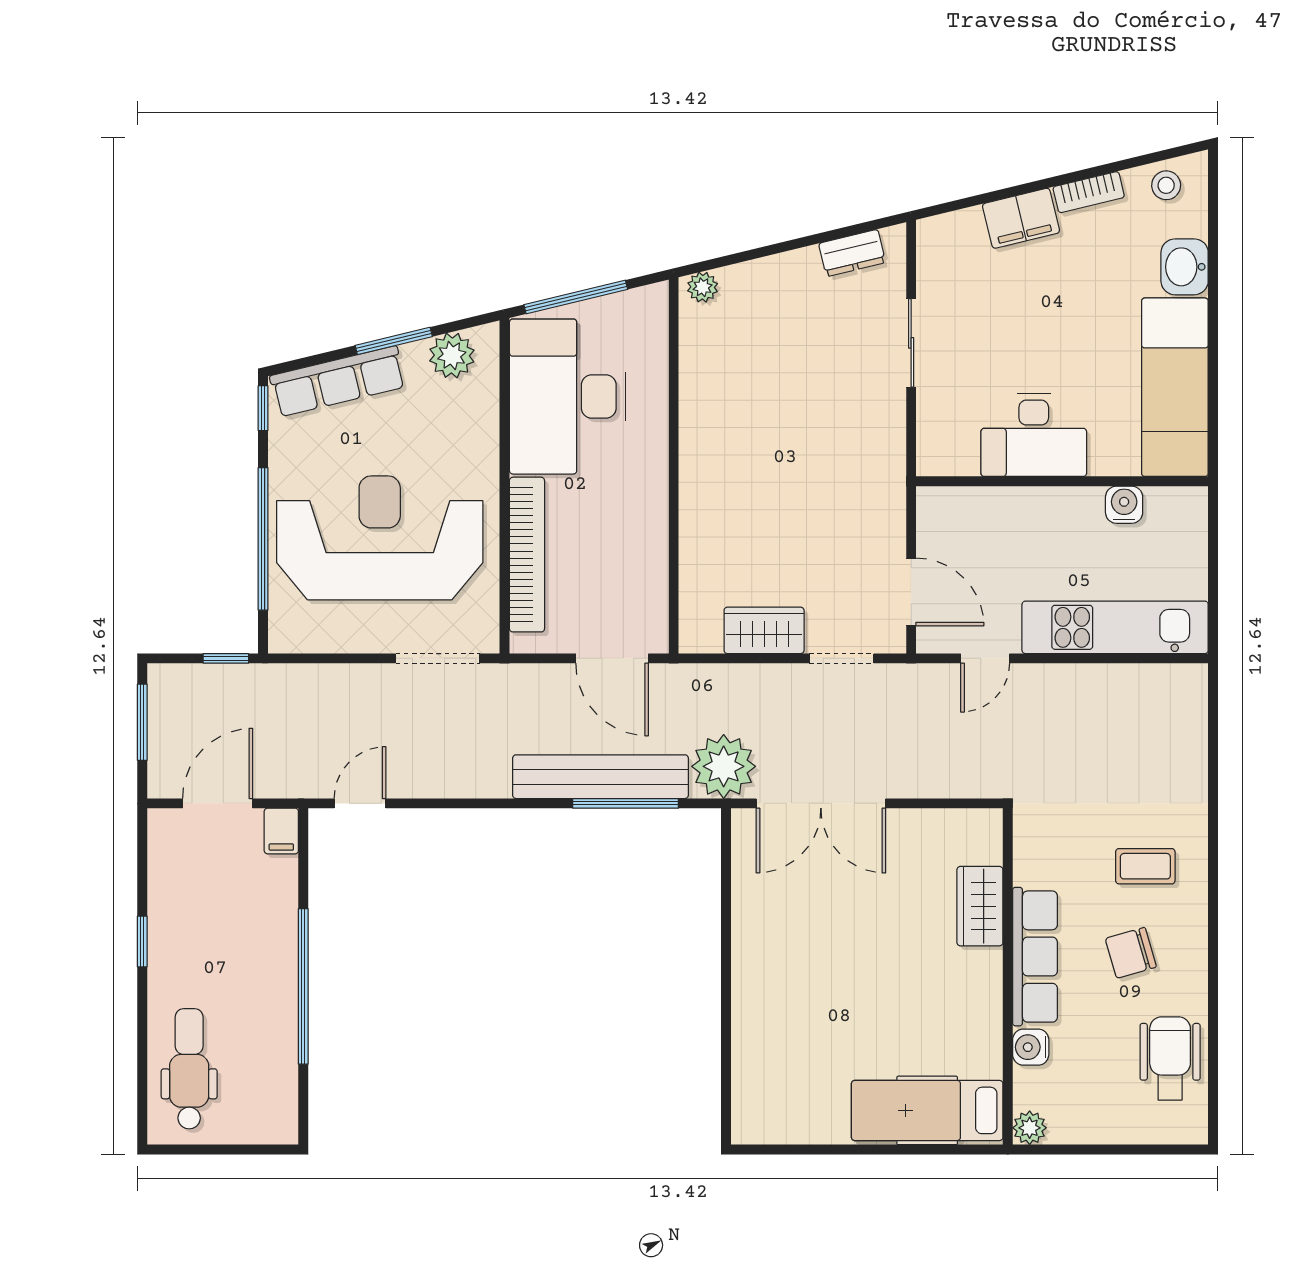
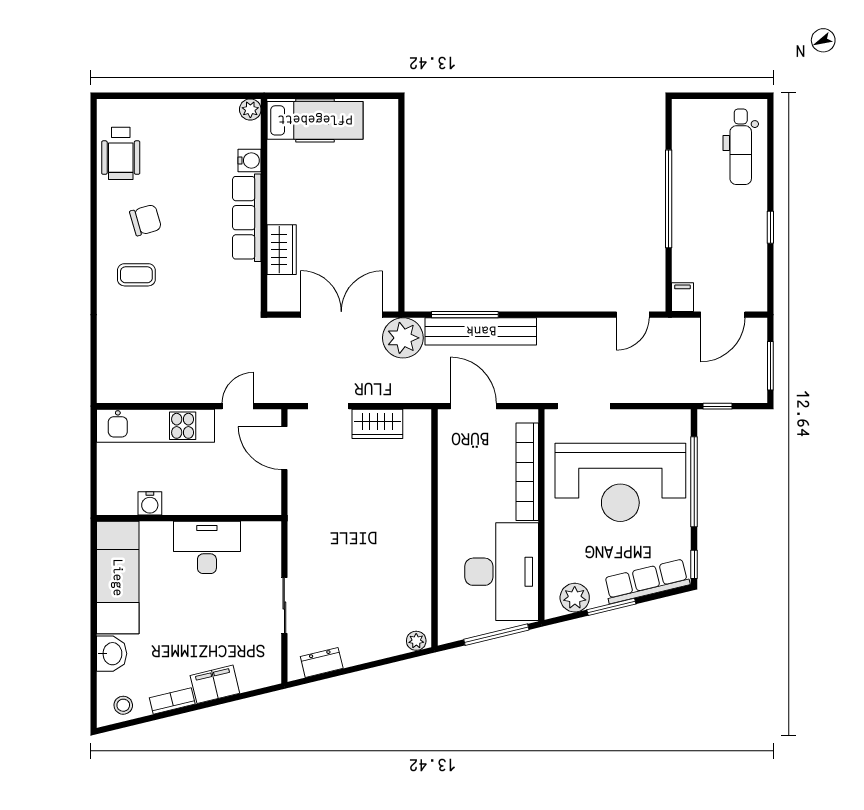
wardrobe: (980, 906) -> (282, 250), moved
row of seats: (1035, 957) -> (247, 218), moved
wall: (1008, 976) -> (264, 205), moved
water cooler: (1031, 1047) -> (250, 160), moved
hospital bed: (927, 1110) -> (315, 120), moved
plant: (1030, 1128) -> (250, 110), moved

